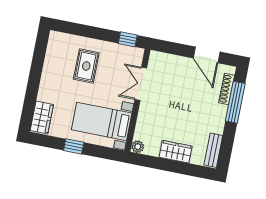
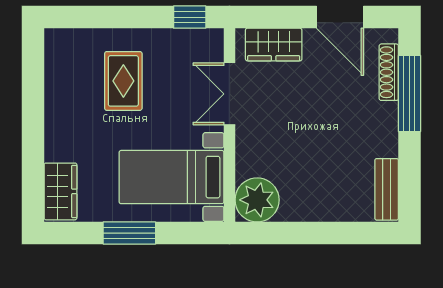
window: (74, 146) -> (129, 233), width x1.50
plant: (138, 147) -> (257, 200), width x1.88, depth x1.88
wardrobe: (176, 152) -> (274, 45), moved, turned 180

